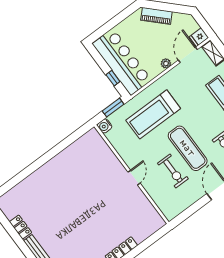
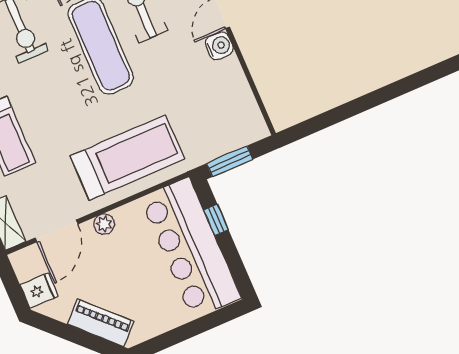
fridge: (199, 37) -> (39, 291), moved
treadmill: (153, 114) -> (127, 157), moved
water cooler: (105, 126) -> (219, 46), moved

